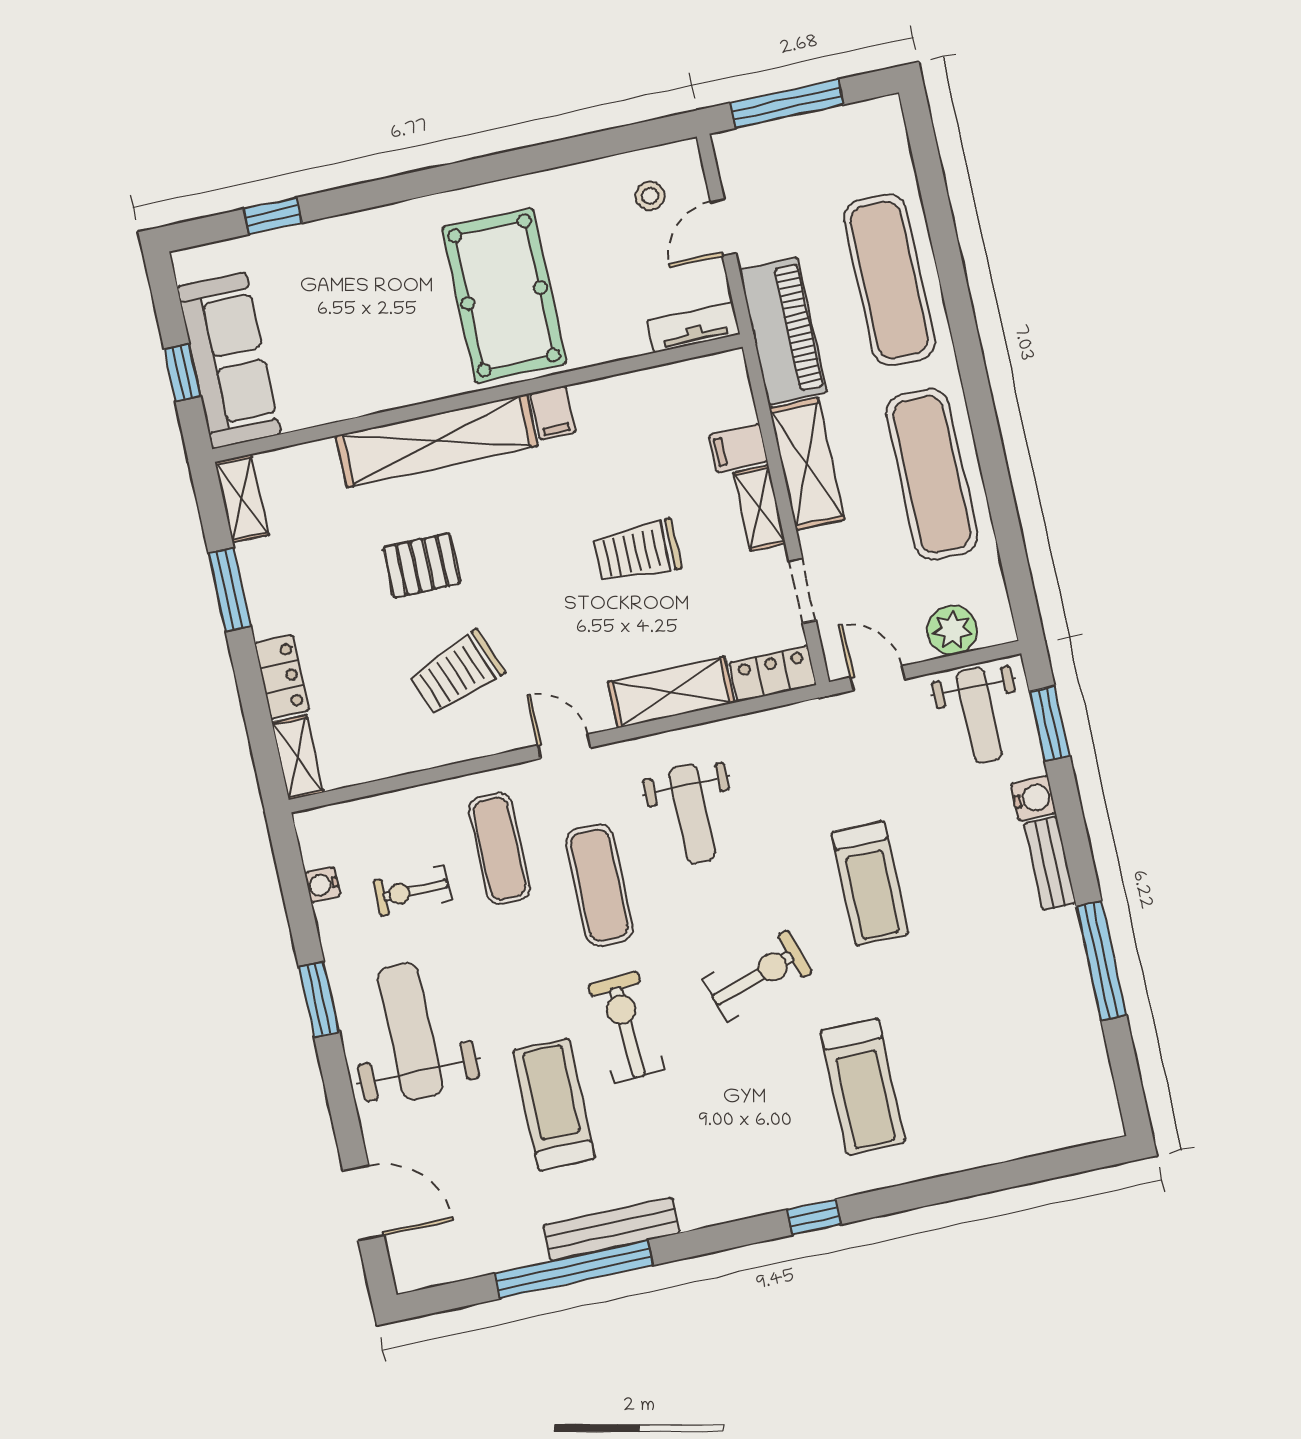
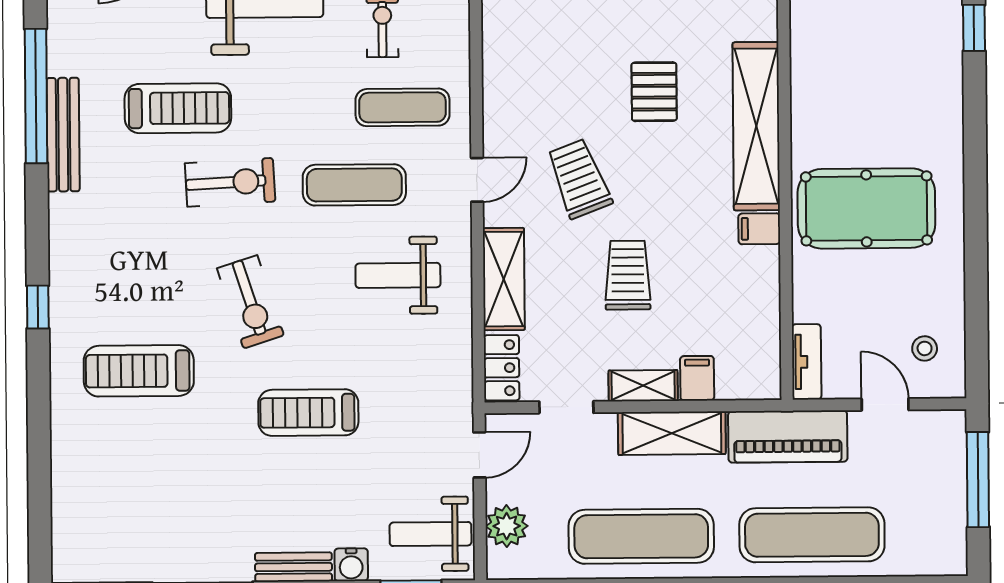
trolley: (457, 673) -> (579, 179), moved

